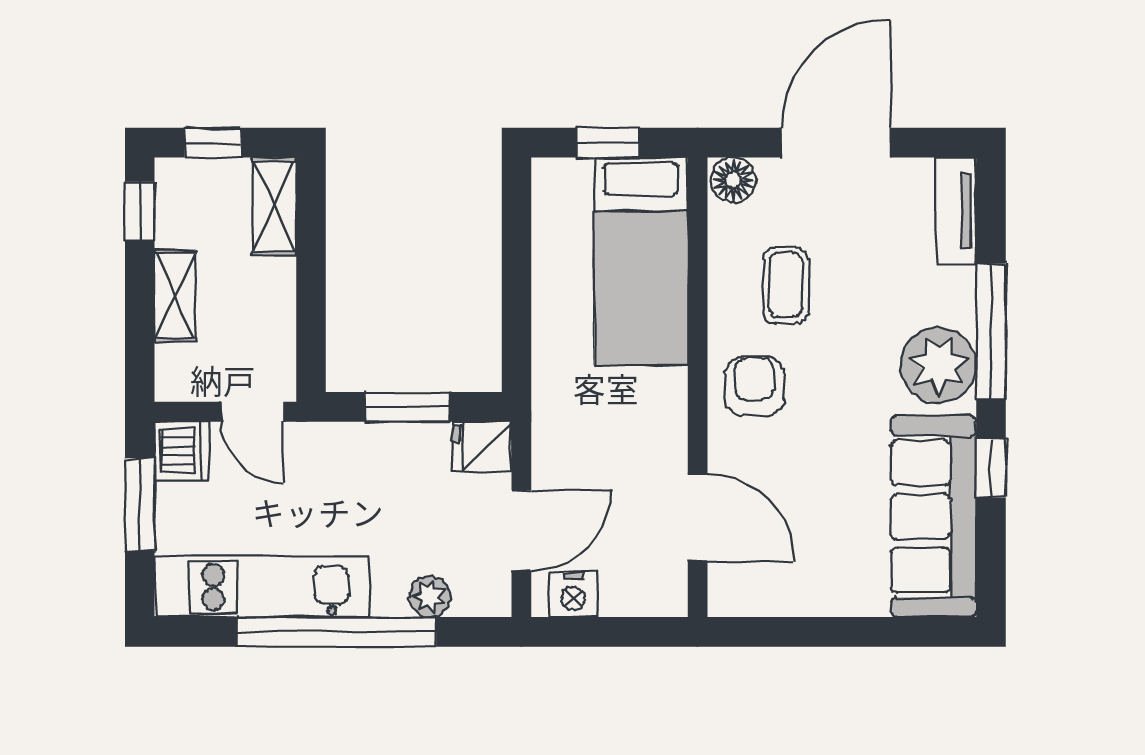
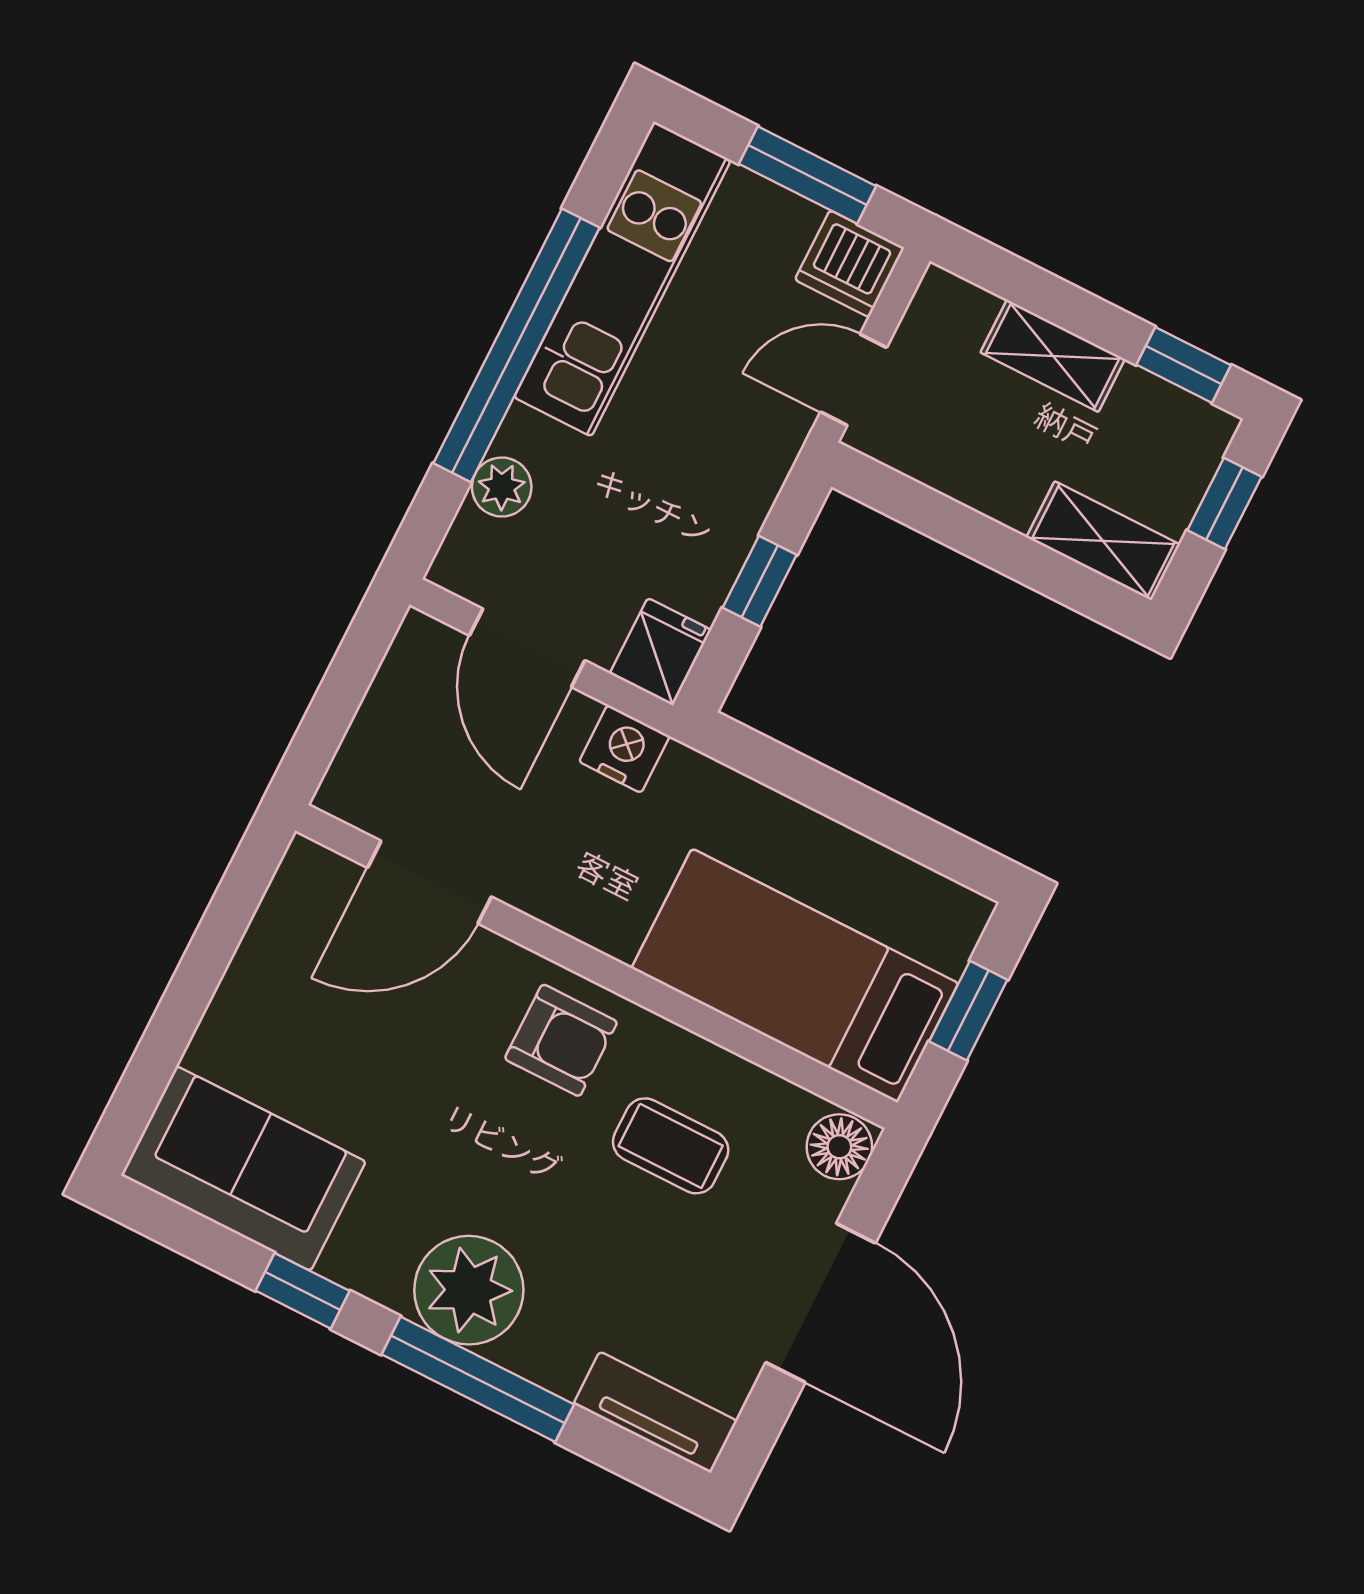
window: (407, 407) -> (760, 581), width x0.67
sofa: (934, 517) -> (243, 1168), width x0.73
nightstand: (573, 595) -> (624, 749), moved, turned 90

